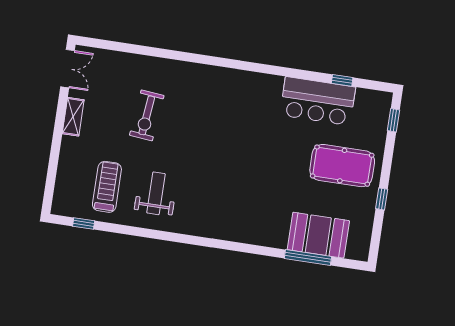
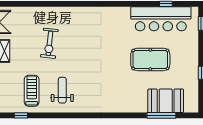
bar counter: (318, 101) -> (161, 19), width x1.36
pool table: (342, 166) -> (150, 59), moved

